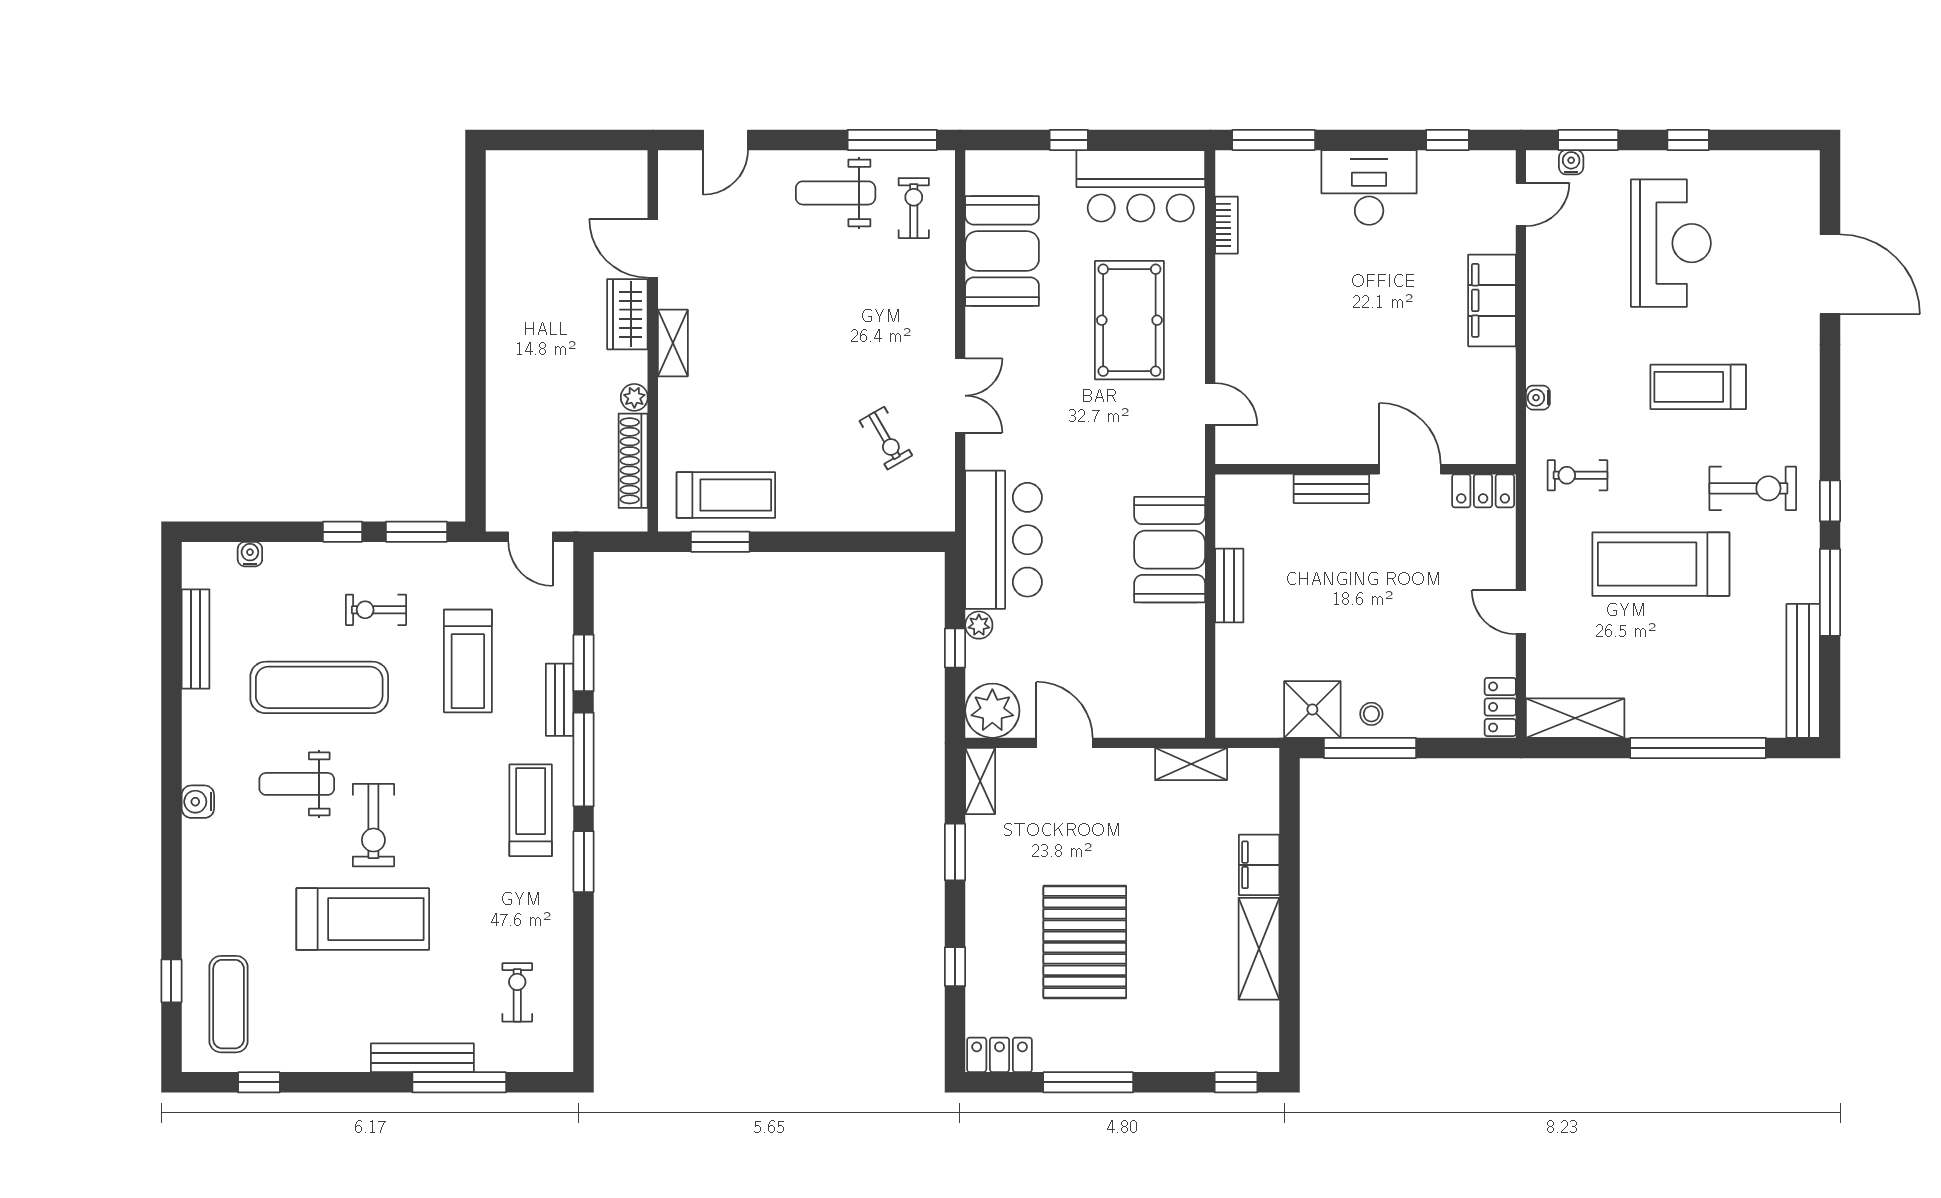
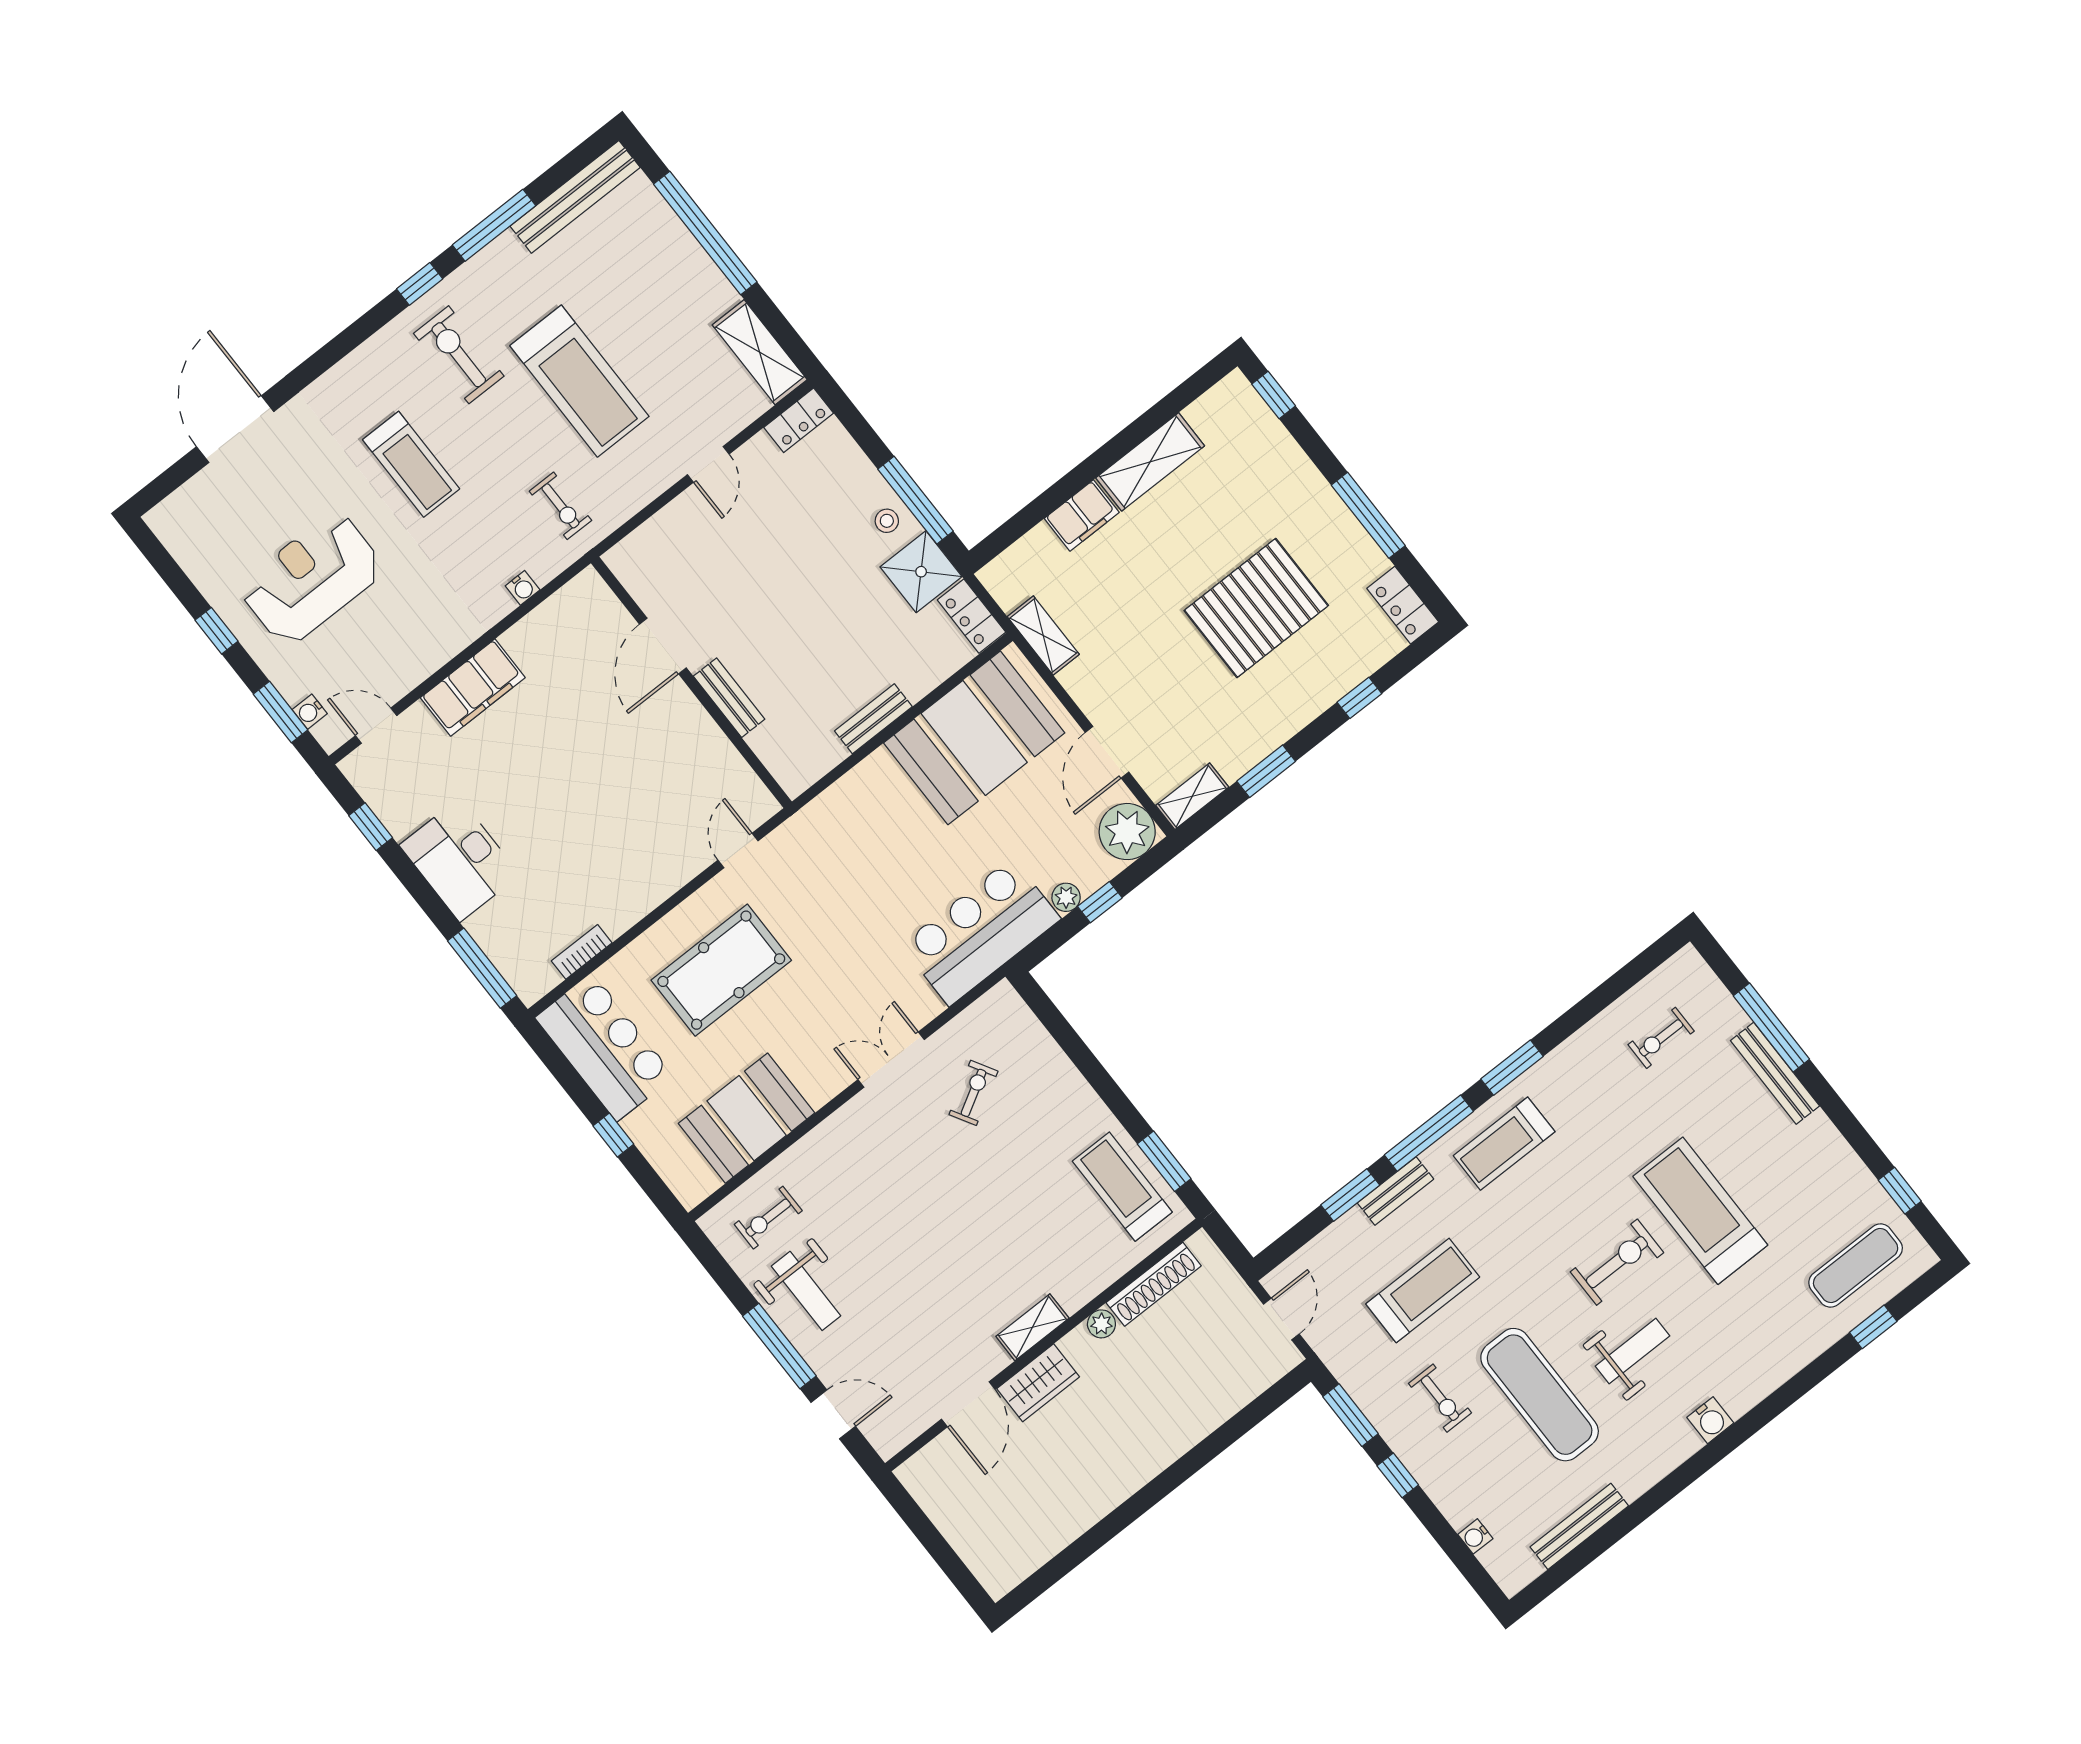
window: (892, 140) -> (779, 1346), moved
locker: (1483, 491) -> (971, 616), moved, turned 180
booth: (1170, 550) -> (974, 738), moved, width x1.36, depth x1.42
weight bench: (297, 784) -> (1632, 1351), turned -90

